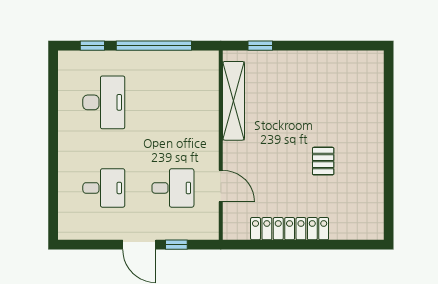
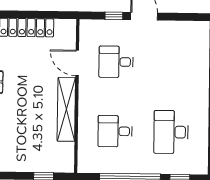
shelving: (233, 101) -> (66, 109), moved
desk: (104, 188) -> (115, 131), moved

